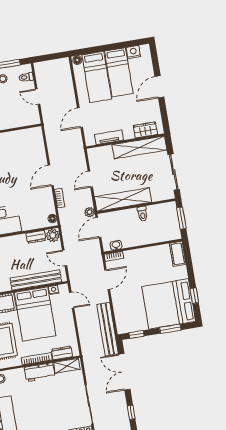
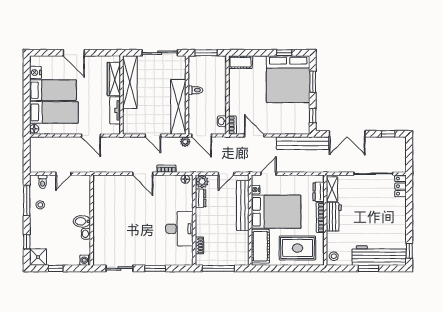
wardrobe: (145, 130) -> (114, 79), width x1.50

